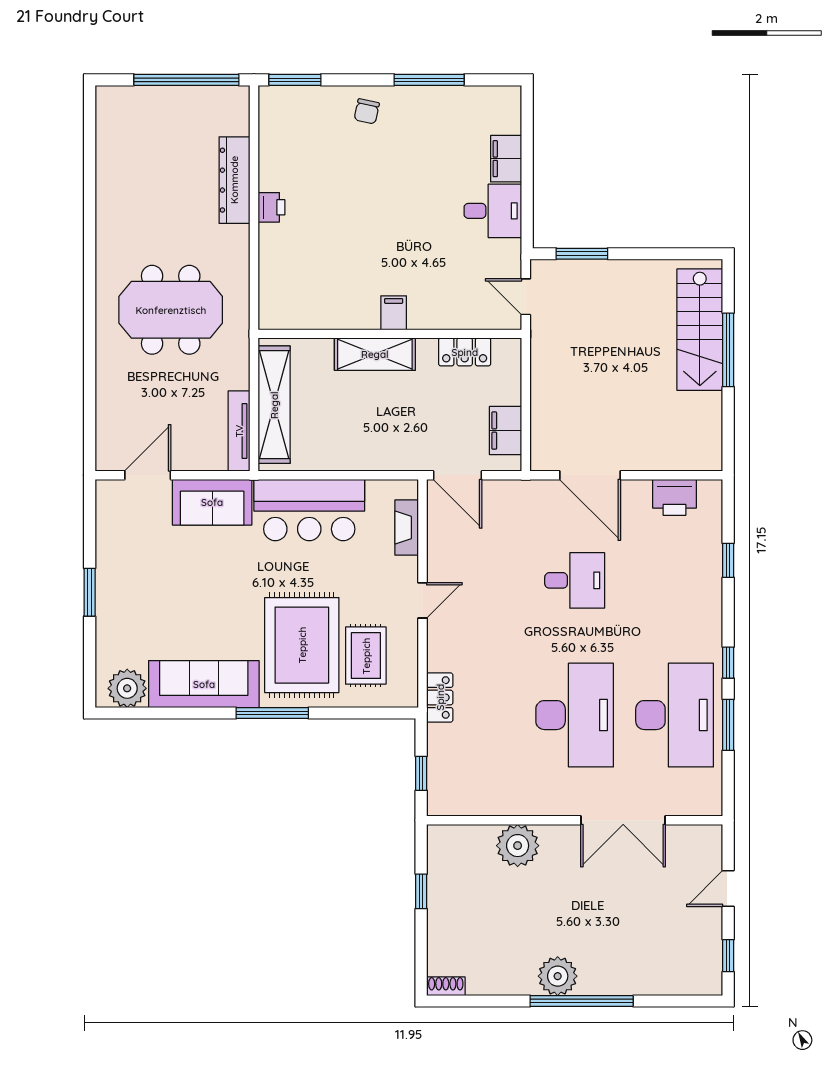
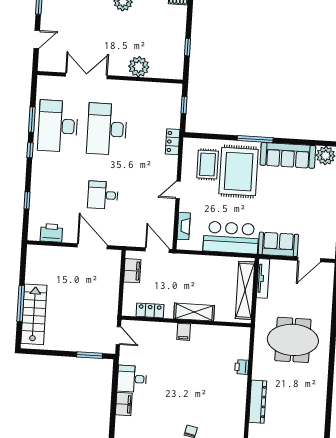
printer: (271, 207) -> (242, 367), moved

